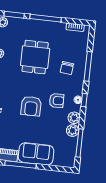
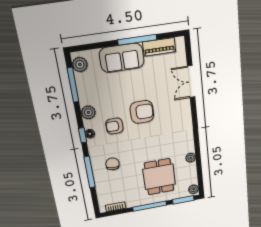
dining table: (35, 57) -> (159, 177), moved
armchair: (31, 106) -> (142, 112), turned 90
plant: (73, 131) -> (80, 65), moved

